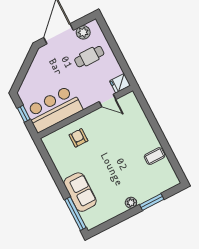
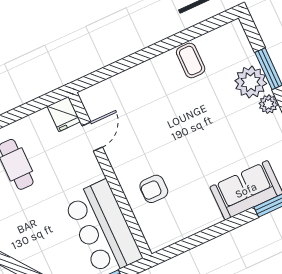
plant: (143, 192) -> (251, 82), added

